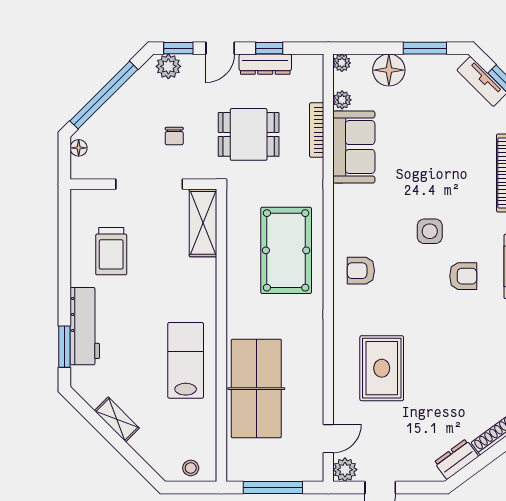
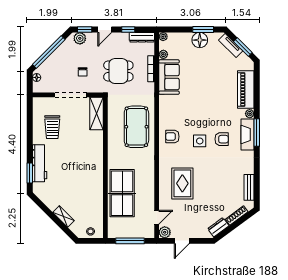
dresser: (265, 64) -> (142, 37), moved
floor lamp: (389, 70) -> (200, 40), moved
side table: (430, 231) -> (200, 141), moved
lab bench: (186, 360) -> (88, 180), removed
shelving: (117, 419) -> (63, 217), moved

